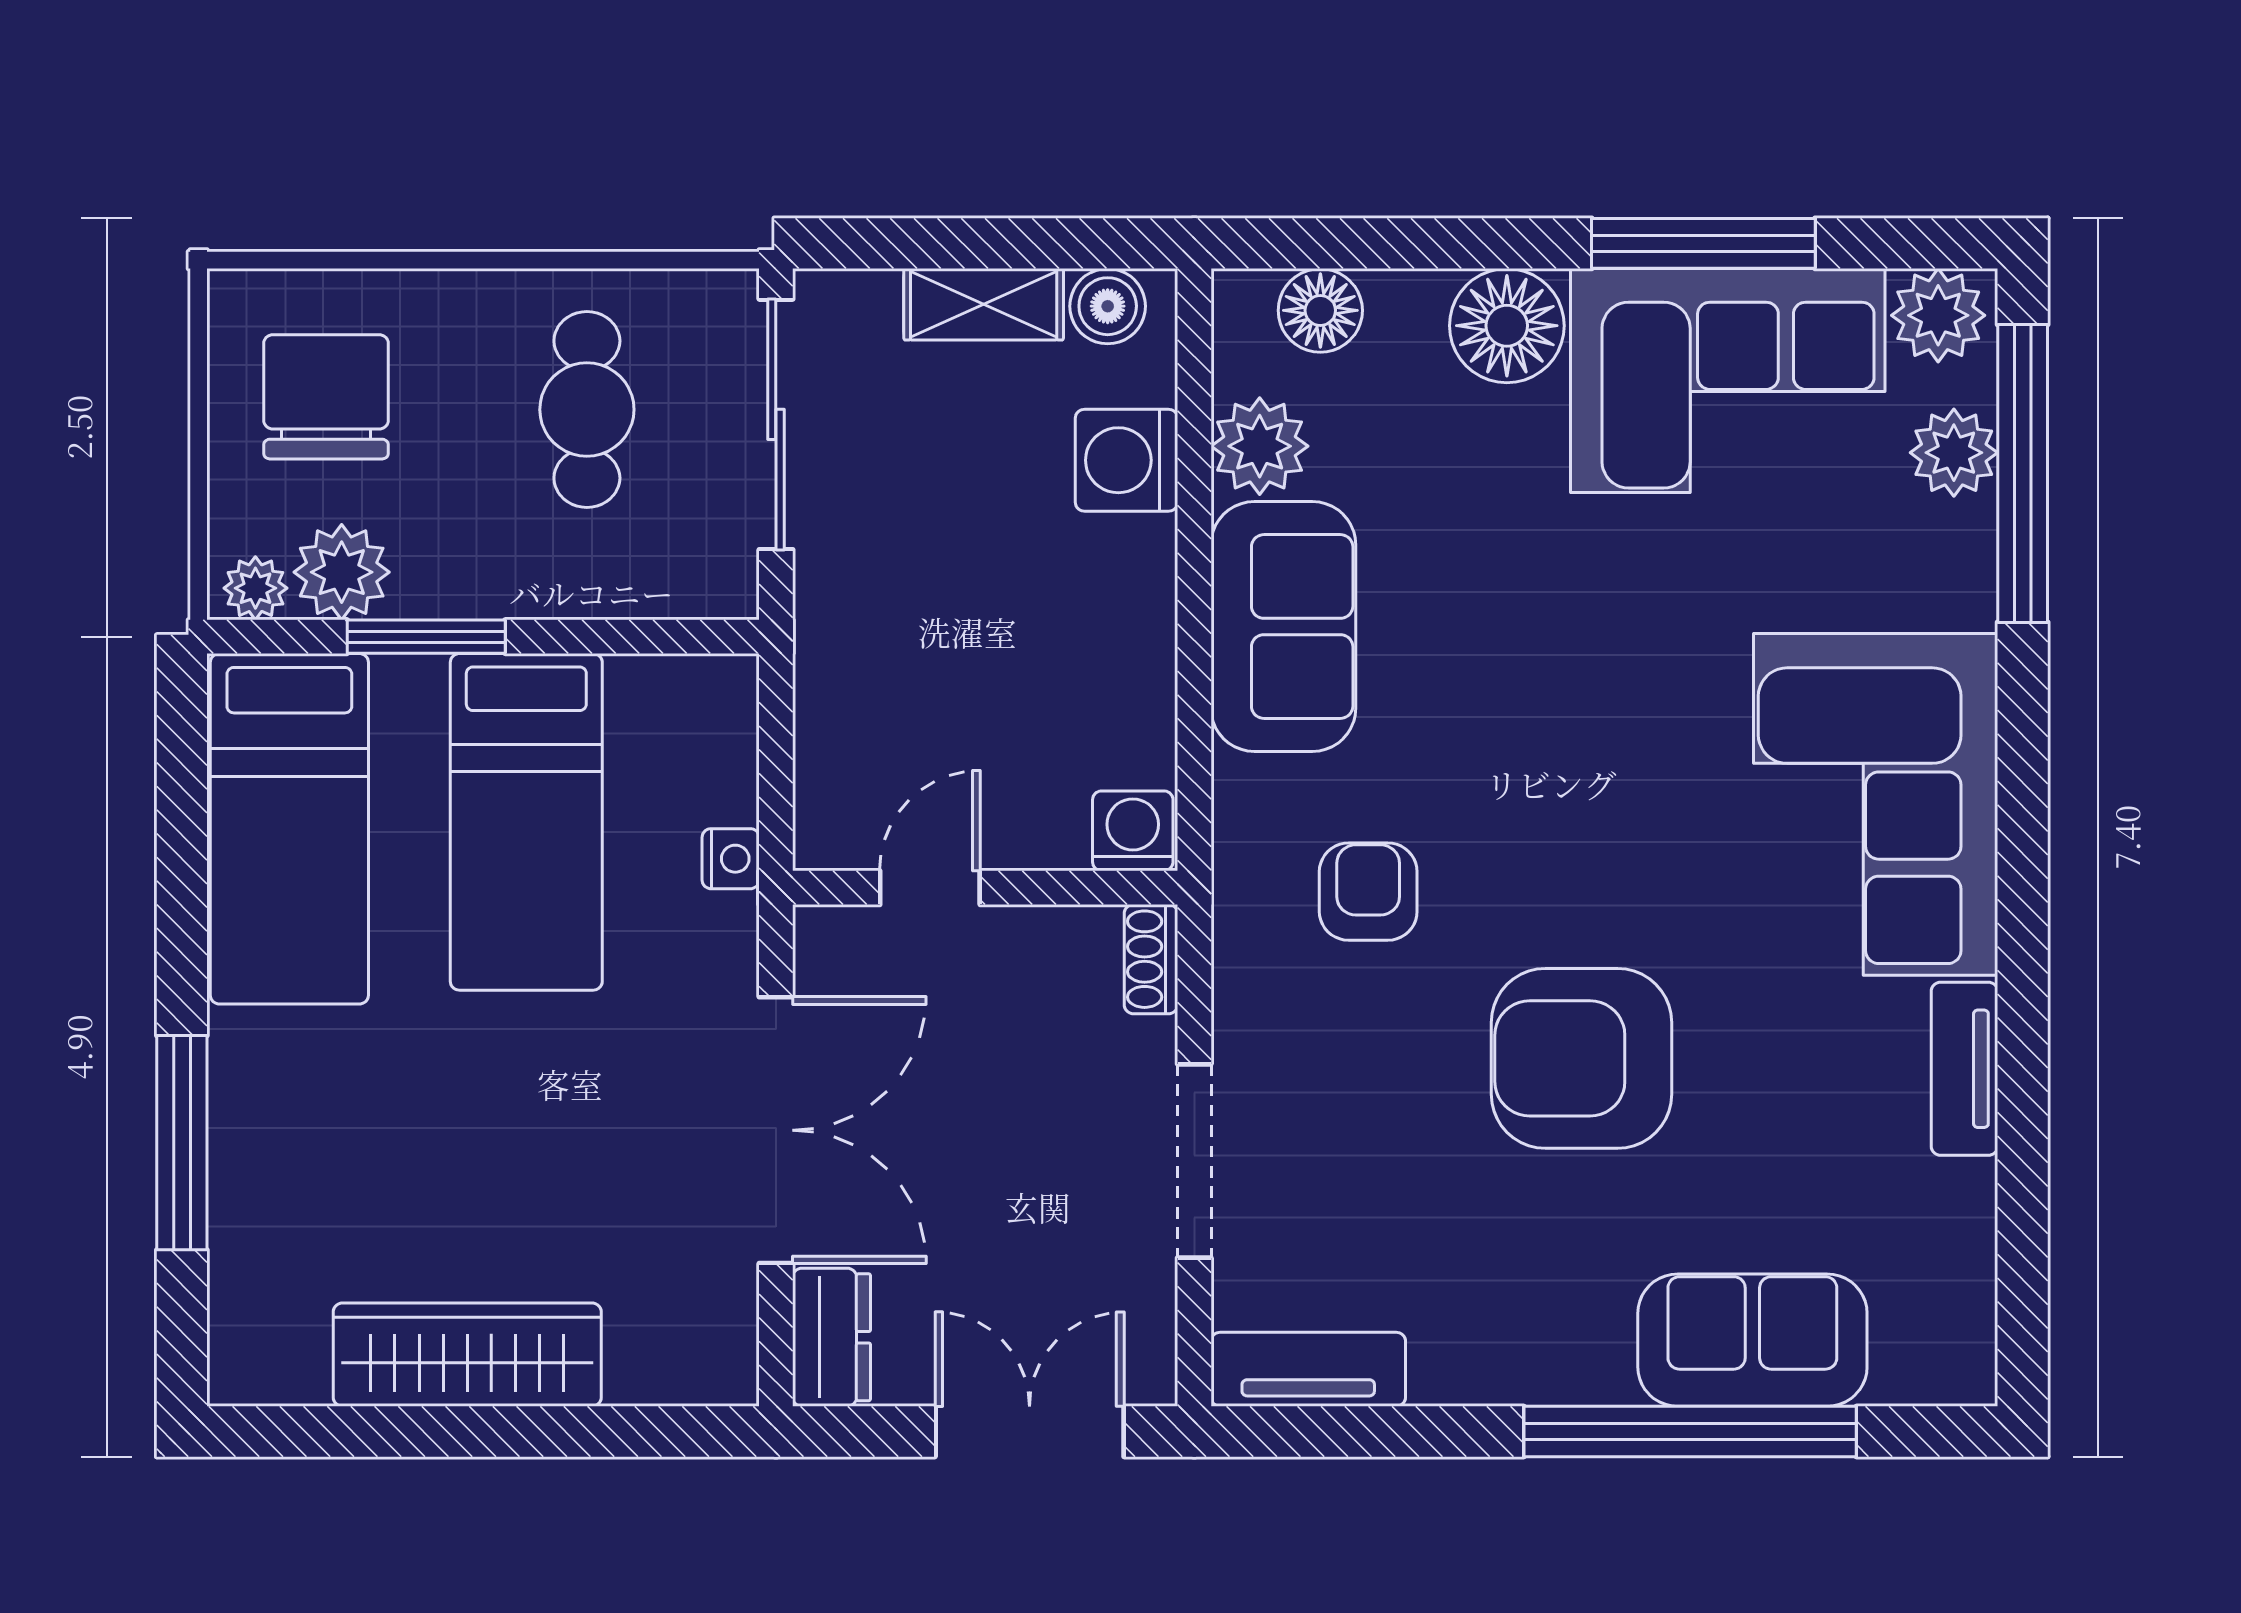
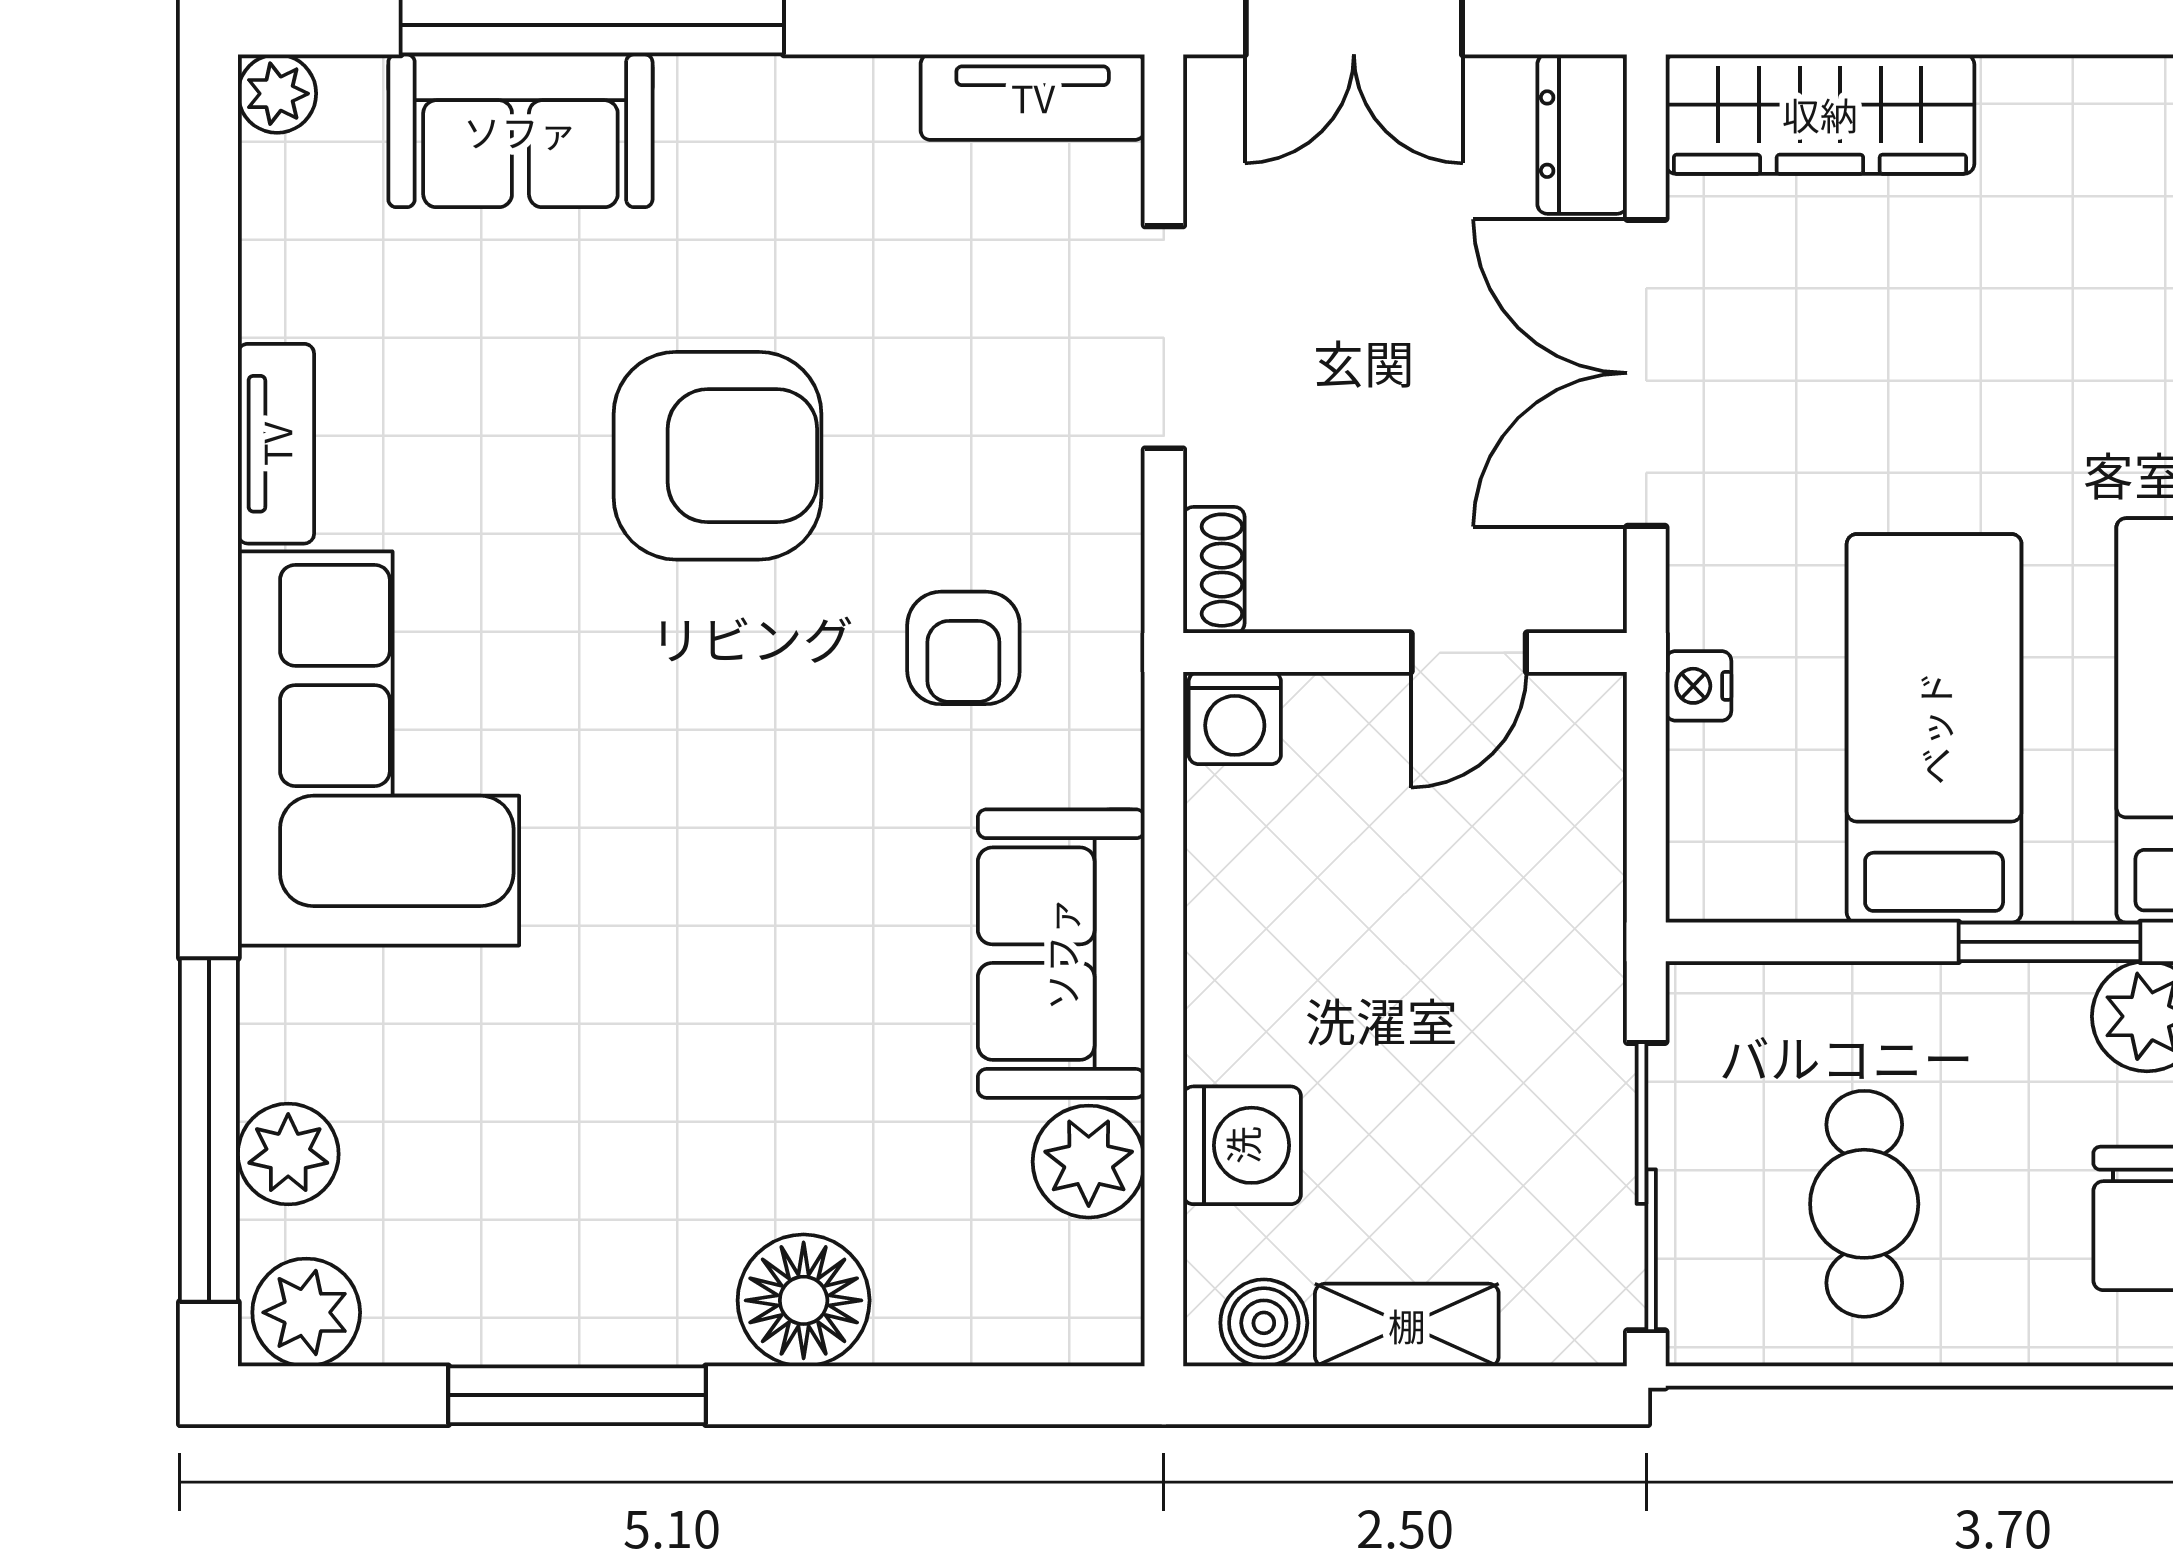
floor lamp: (1320, 310) -> (1019, 1318), removed
corner sofa: (1728, 381) -> (549, 1237), removed
wardrobe: (467, 1355) -> (1820, 114), moved
plant: (1964, 1372) -> (277, 94), added

